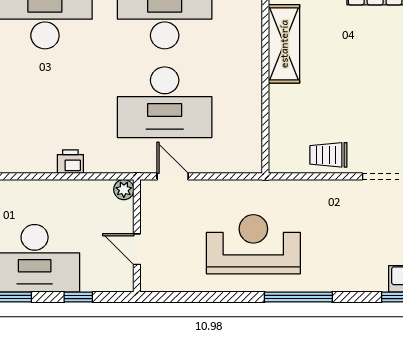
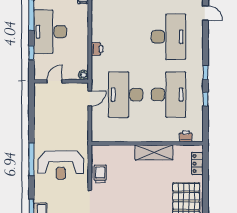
reception desk: (253, 244) -> (61, 165), moved, turned 90

